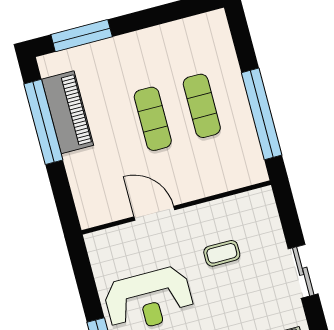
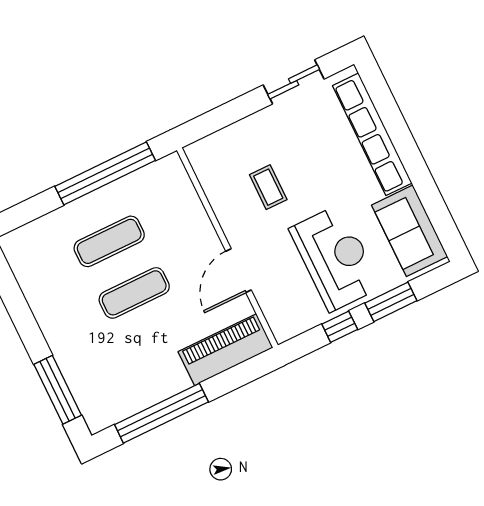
piano: (68, 112) -> (226, 350), moved
sliding door: (303, 271) -> (294, 82), moved
window: (88, 292) -> (340, 327), added

